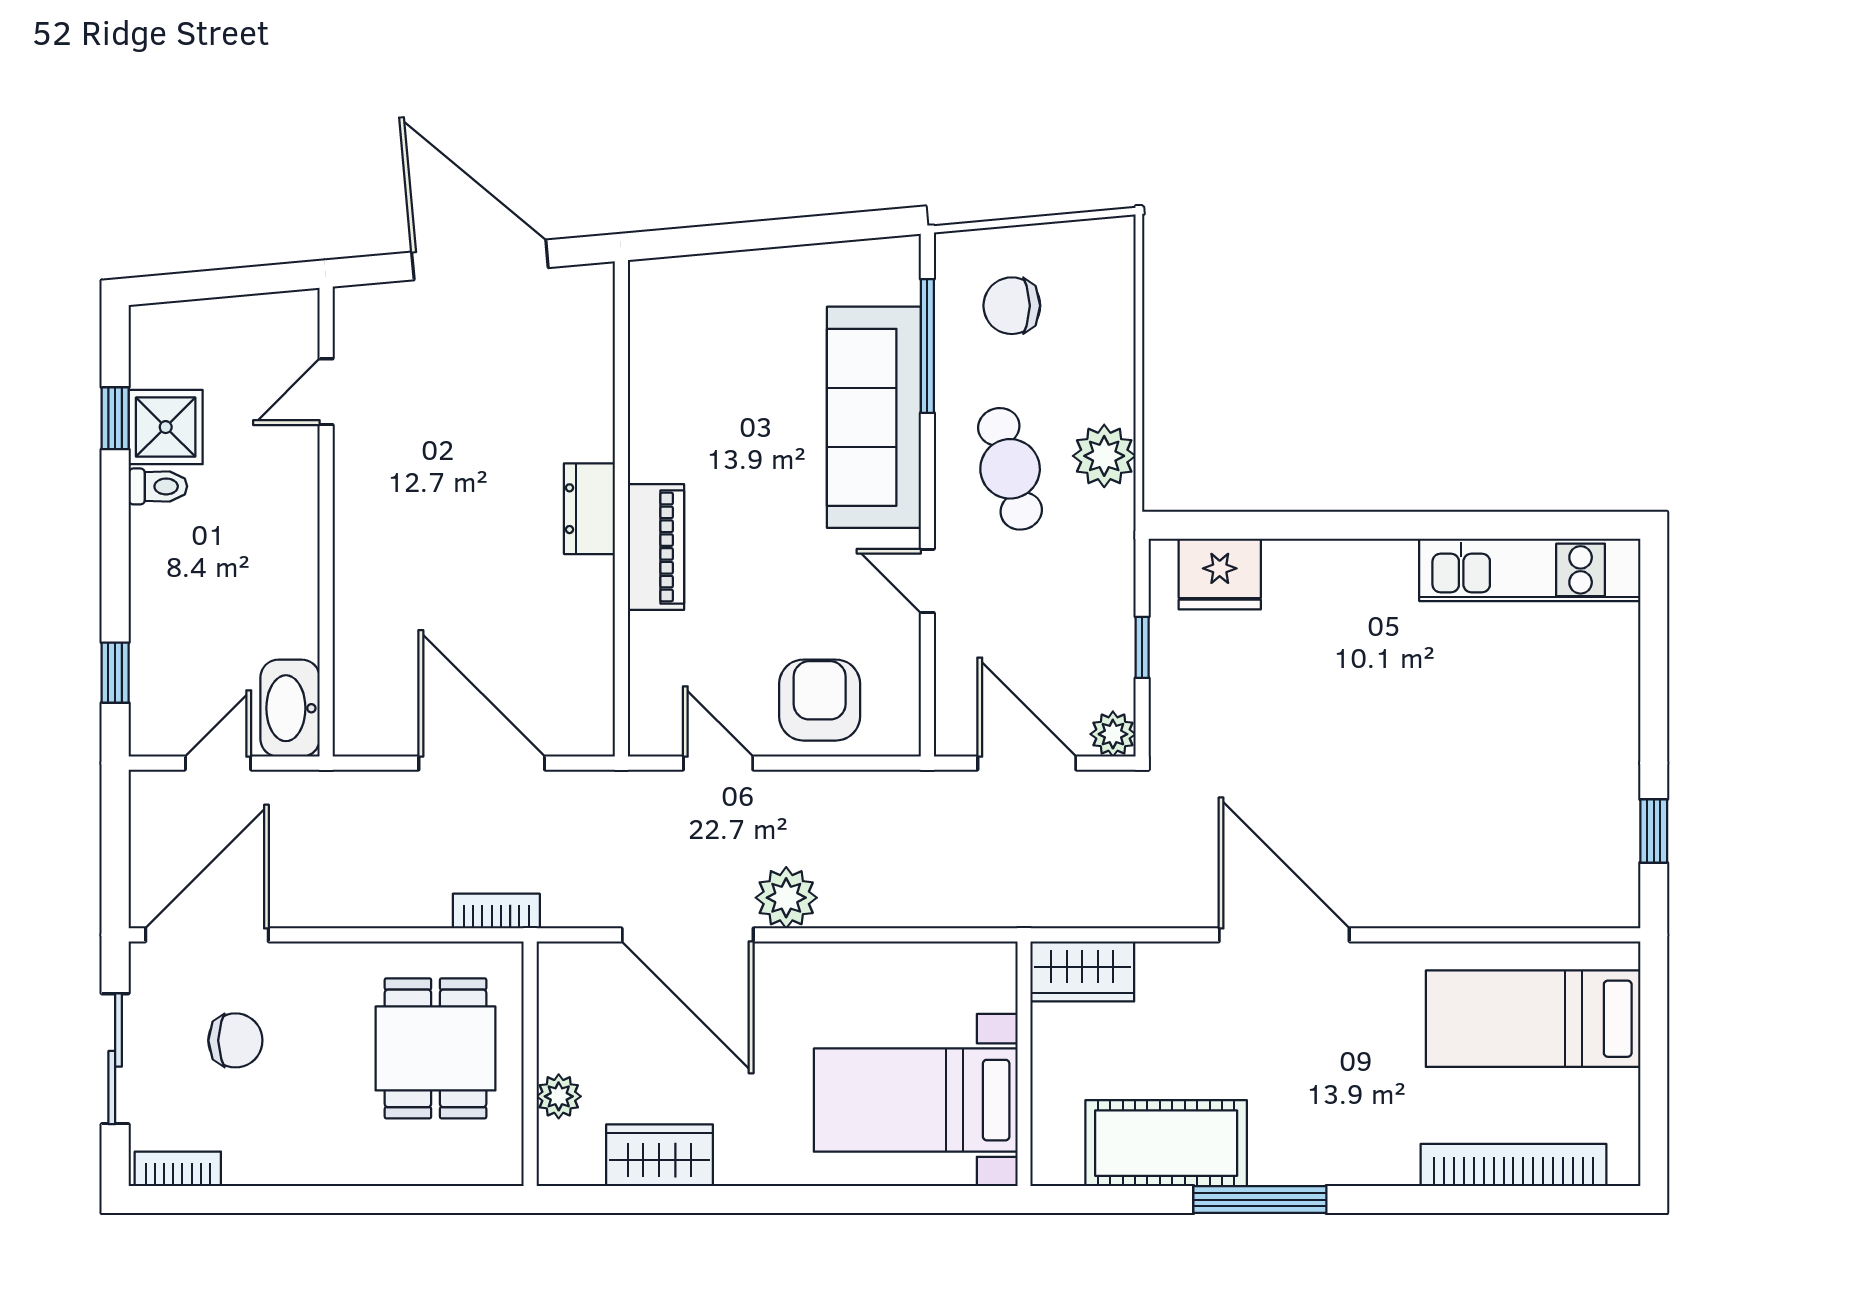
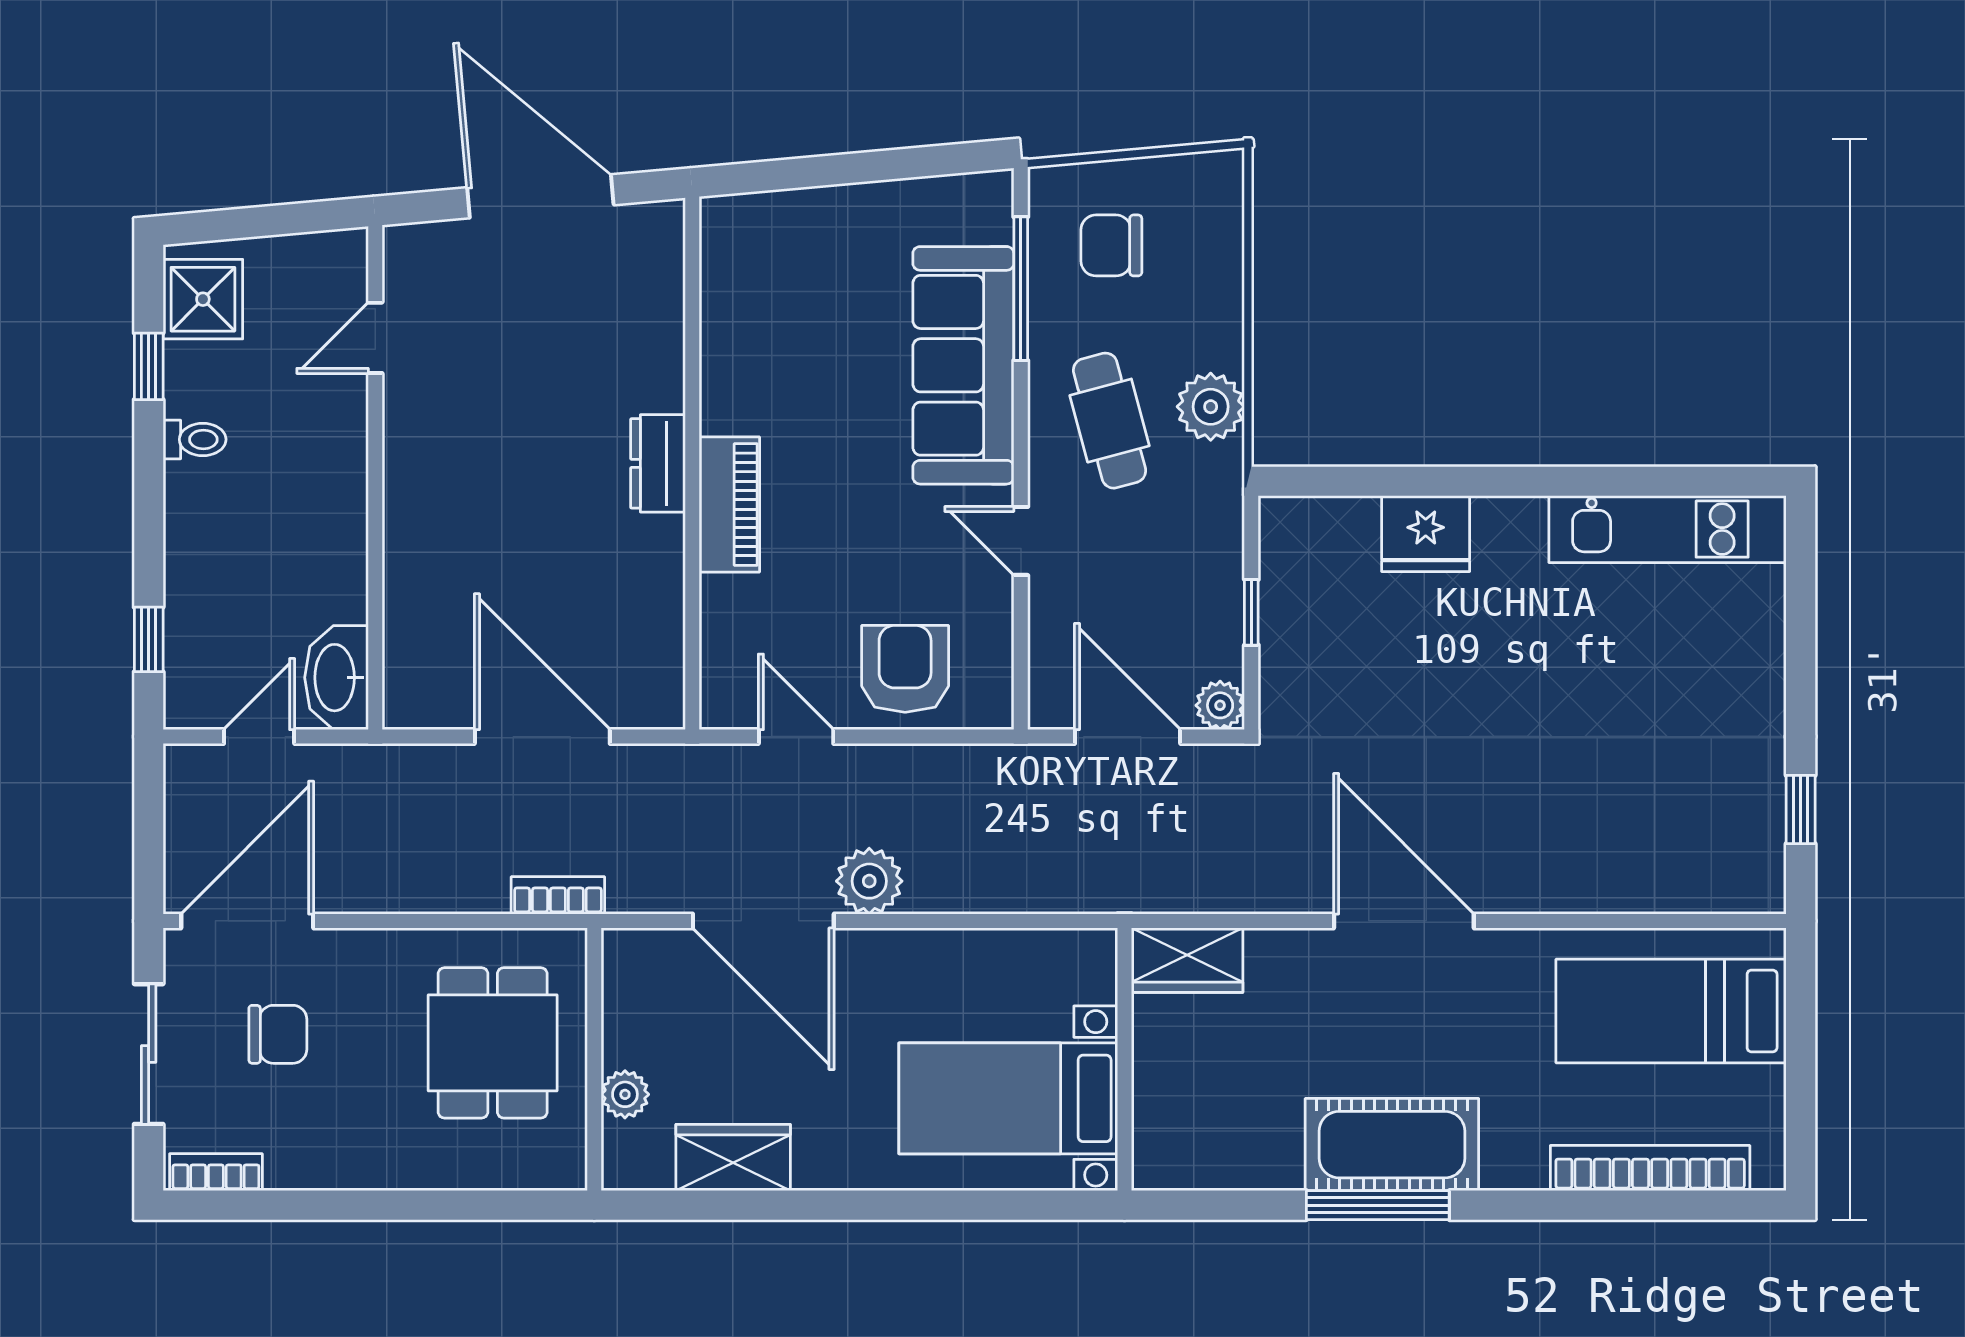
shower: (166, 427) -> (203, 299), moved
fridge: (1220, 574) -> (1426, 534), moved
cot: (1166, 1143) -> (1392, 1145), moved

